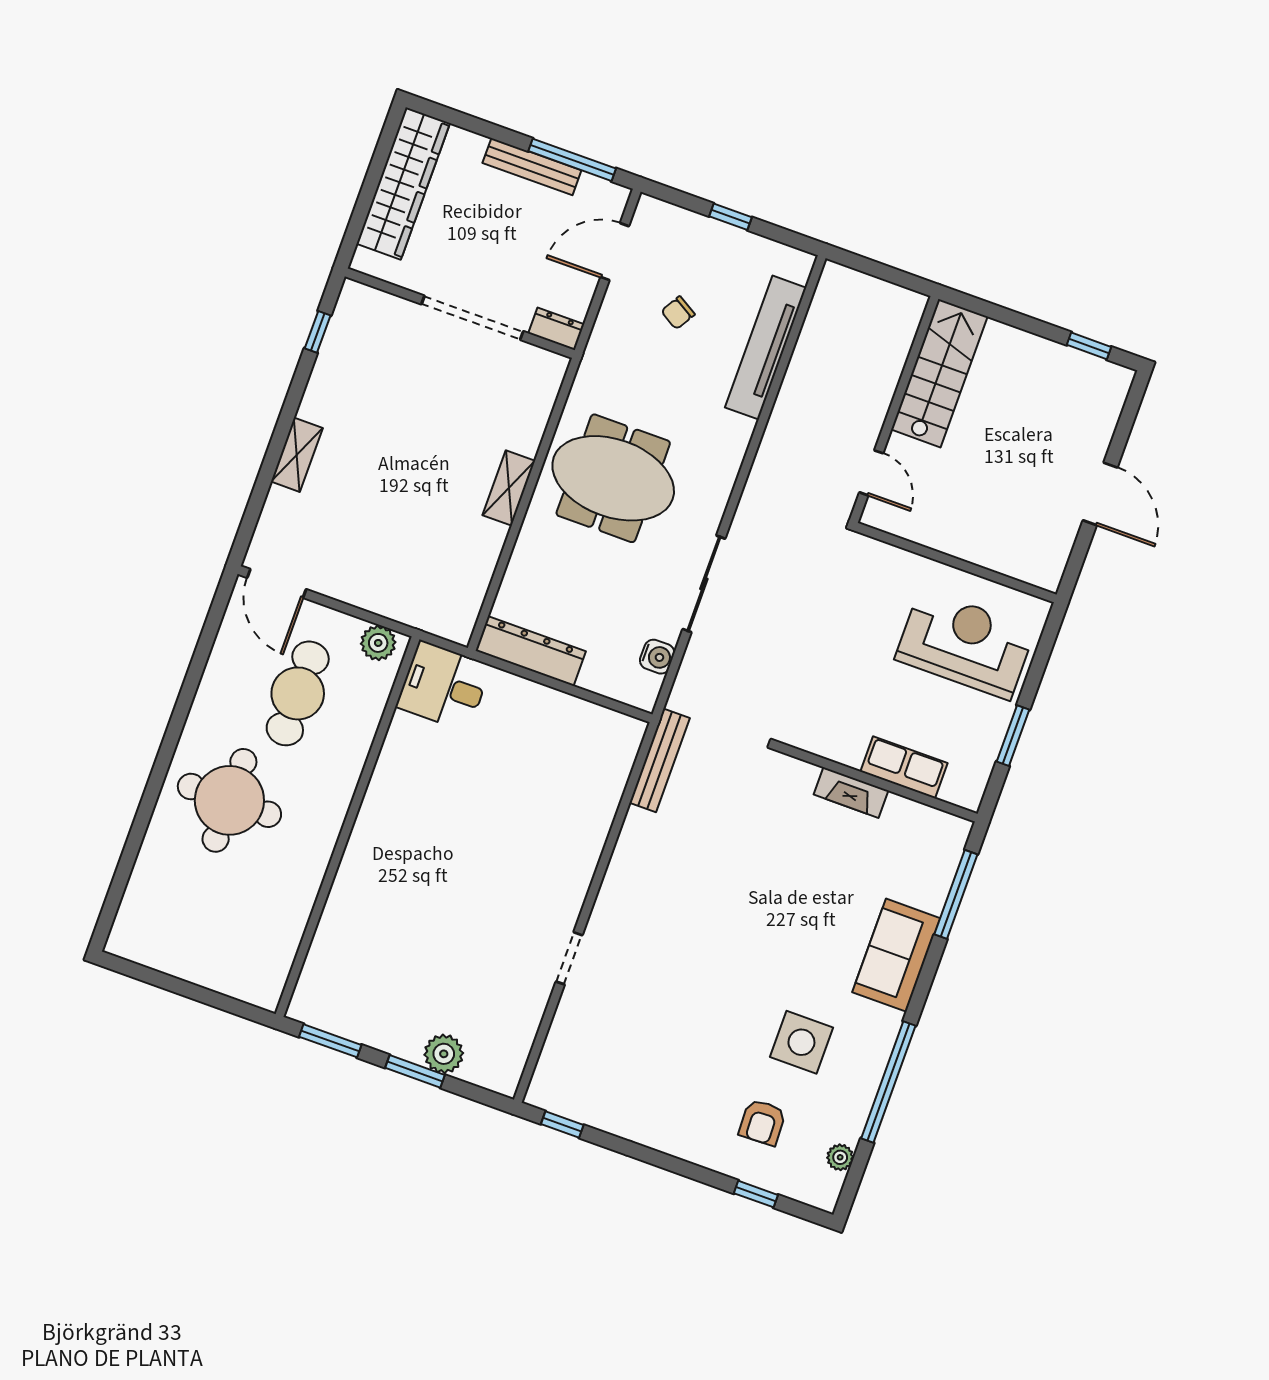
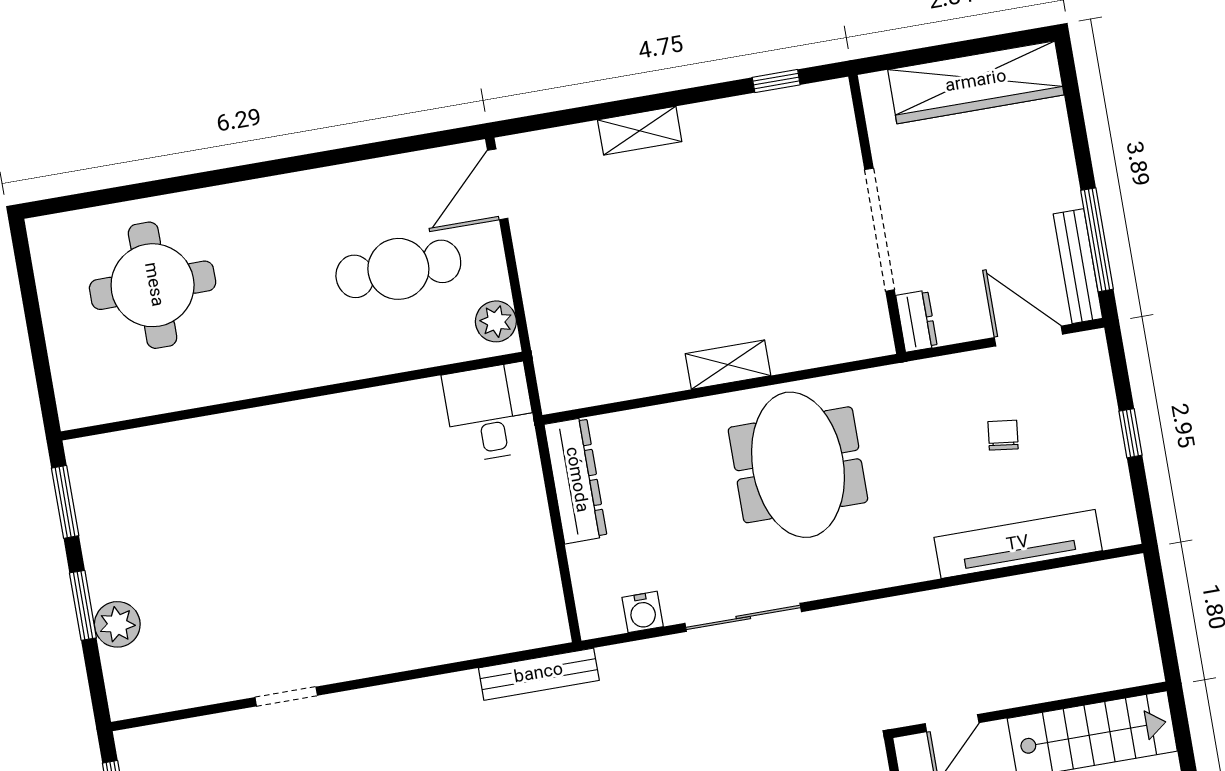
bench: (532, 167) -> (1078, 266), moved
chair: (678, 313) -> (1003, 435), turned 66
round table: (229, 800) -> (153, 285), moved

